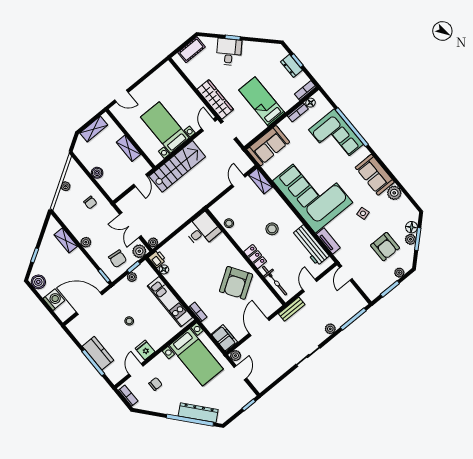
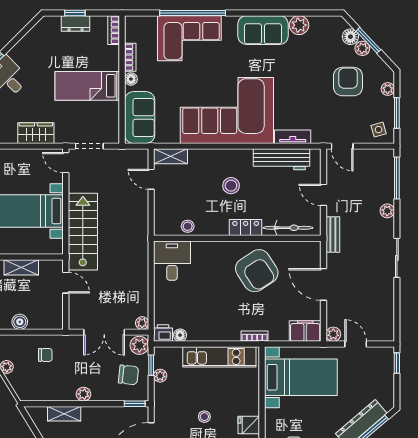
wardrobe: (215, 99) -> (36, 133), width x0.67
floor lamp: (310, 103) -> (131, 79), moved
side table: (363, 213) -> (379, 130), moved
armchair: (385, 247) -> (348, 82), turned -90

